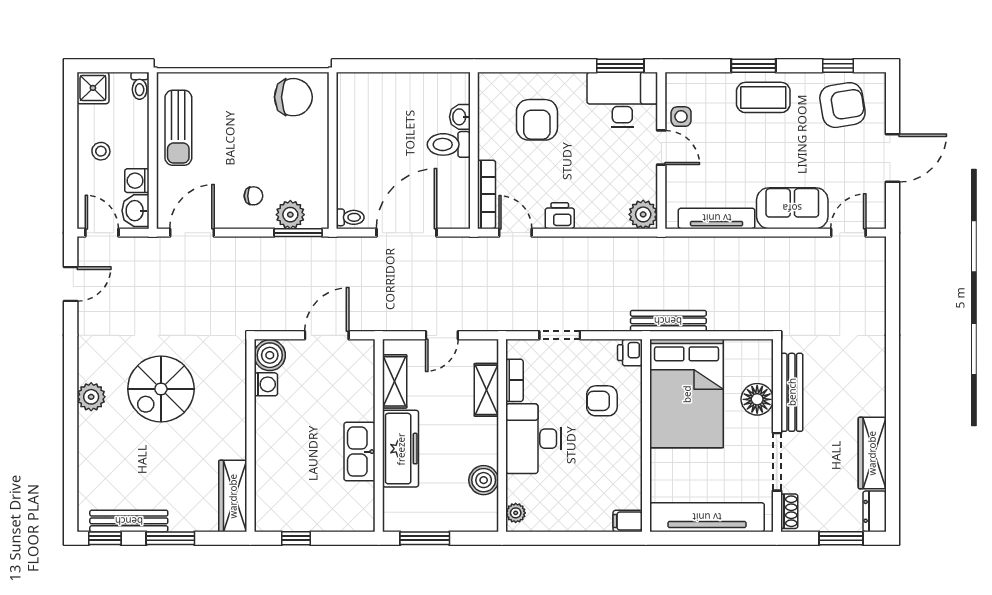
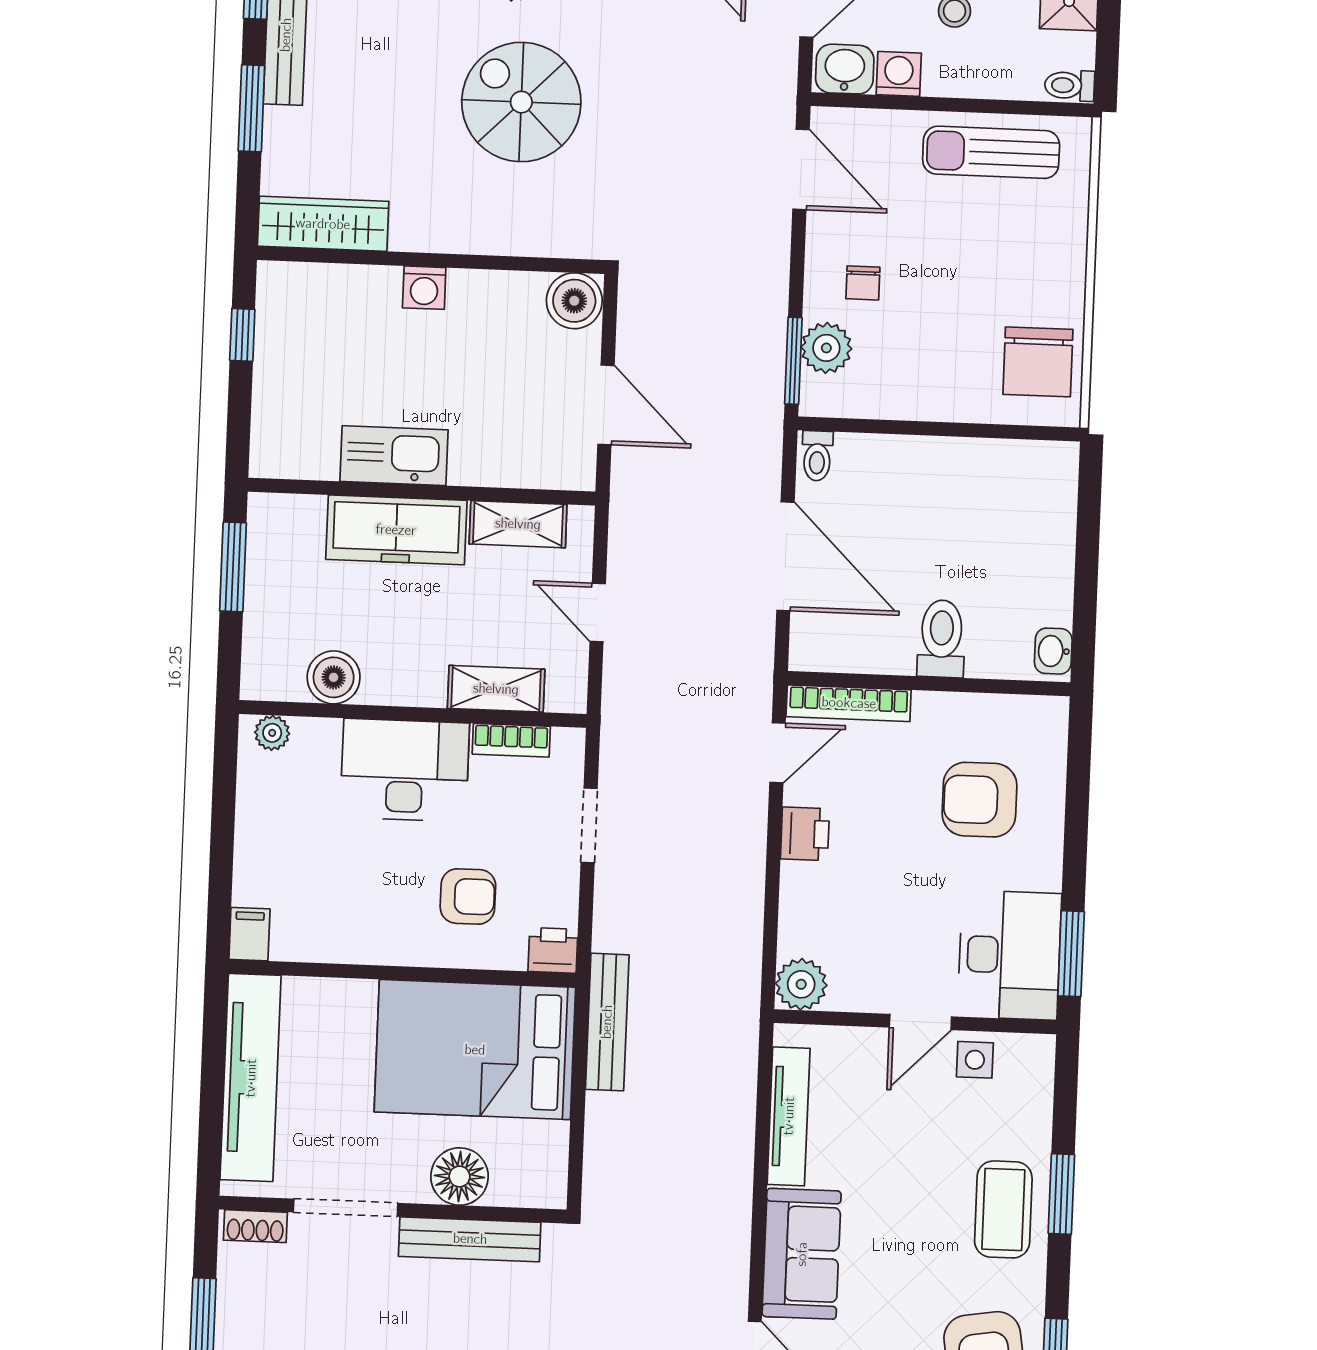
washbasin: (460, 117) -> (1053, 651), moved, turned -90
washing machine: (266, 384) -> (424, 288), moved
armchair: (602, 401) -> (468, 896), turned 90

